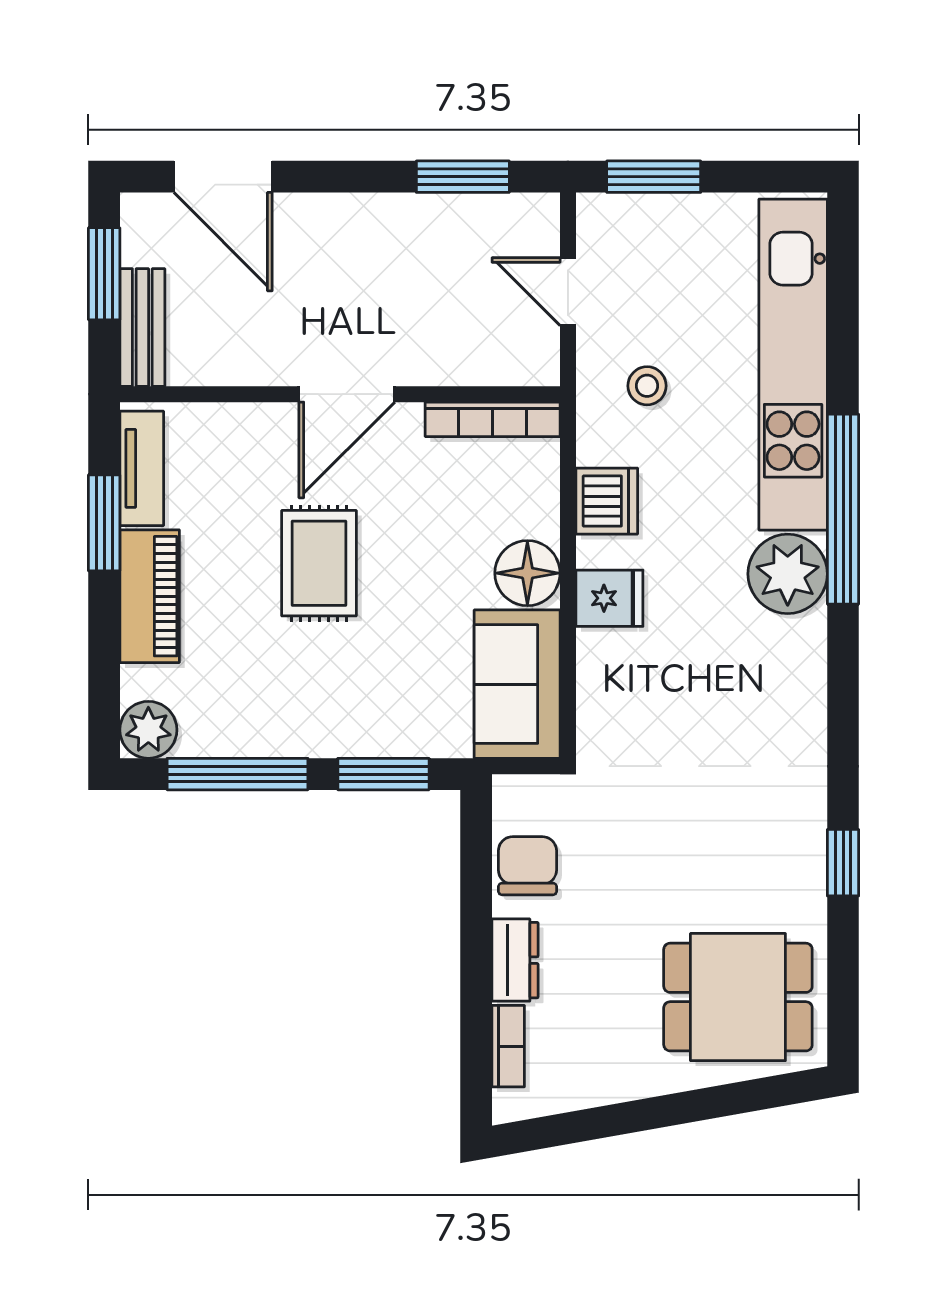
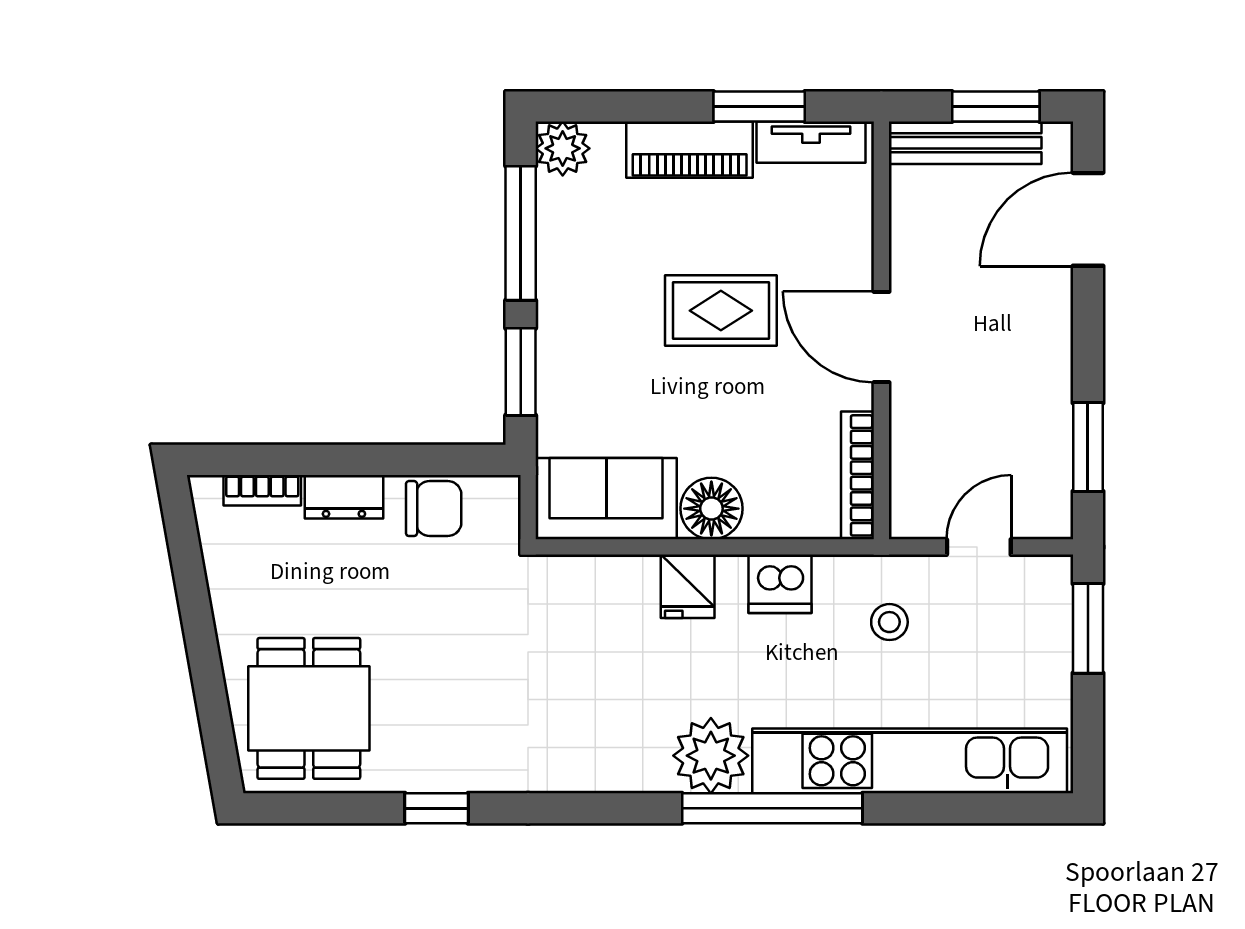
bench: (142, 327) -> (965, 143), width x1.36

